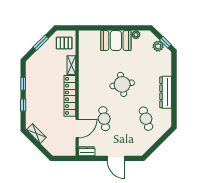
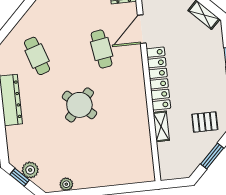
booth: (116, 40) -> (96, 172), removed
pallet: (64, 43) -> (205, 122), moved
round table: (122, 84) -> (79, 105), turned -38

